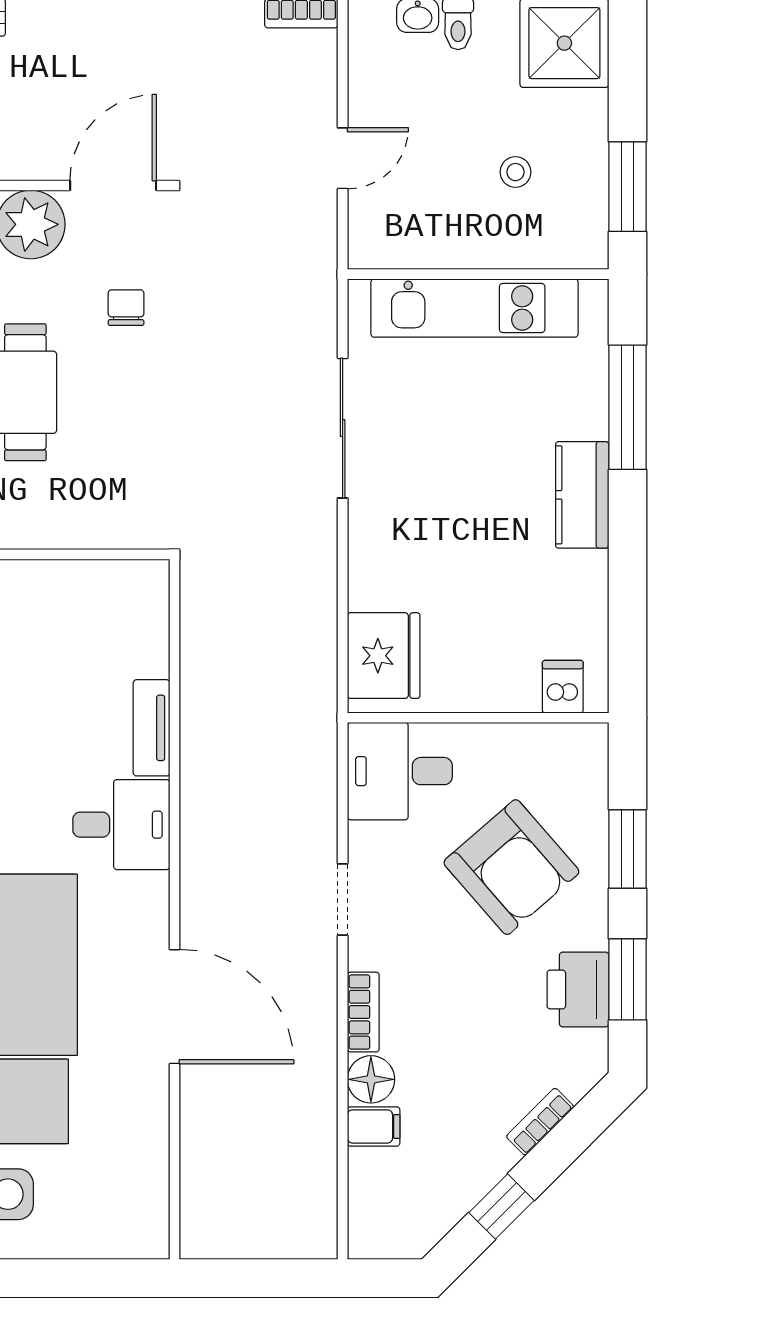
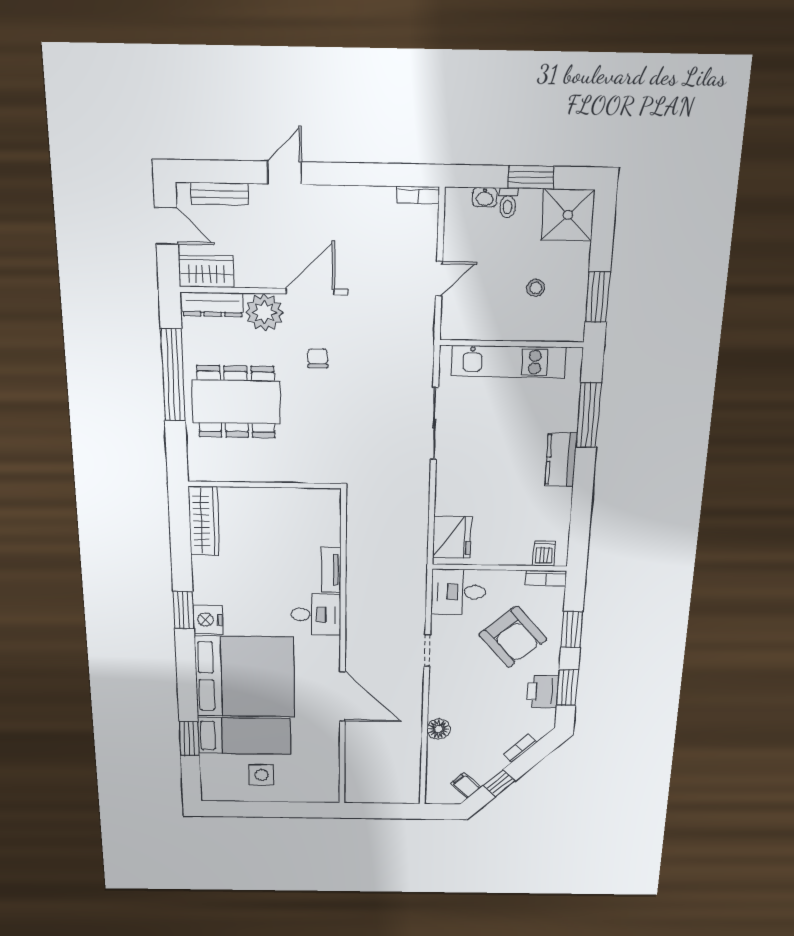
bookcase: (363, 1012) -> (546, 578), moved, turned 90
filing cabinet: (374, 1126) -> (465, 785), moved, turned -135

